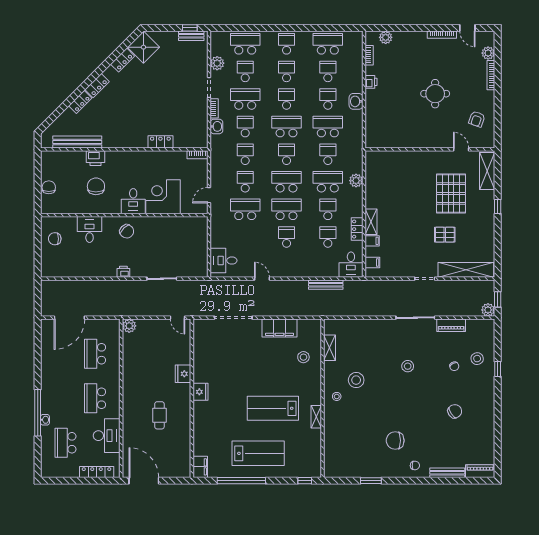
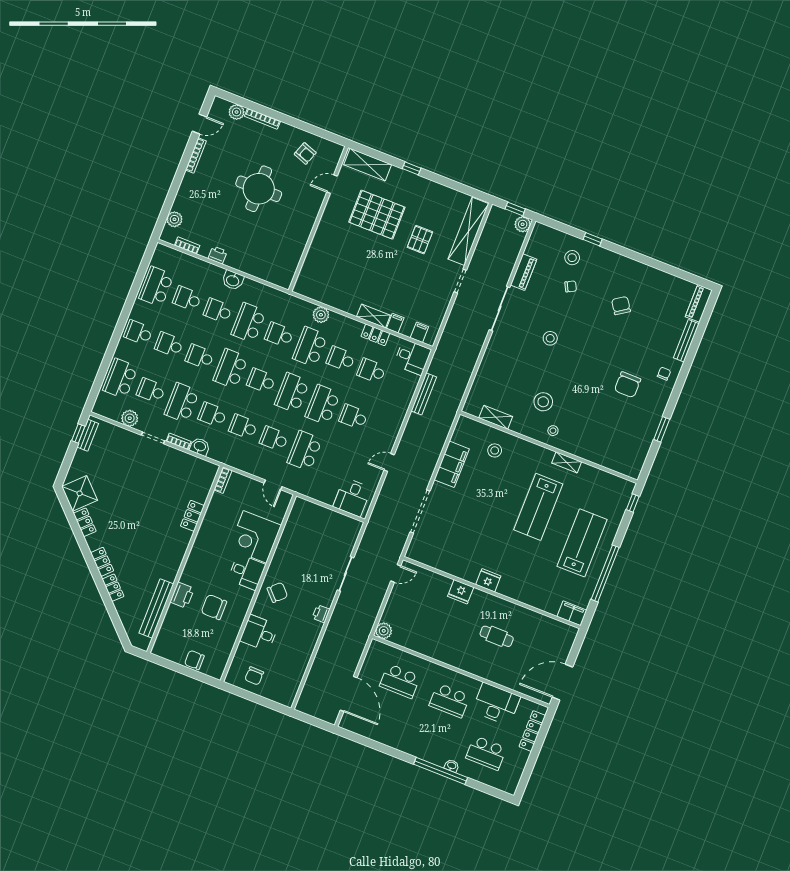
round table: (435, 94) -> (259, 189), width x1.36, depth x1.36

